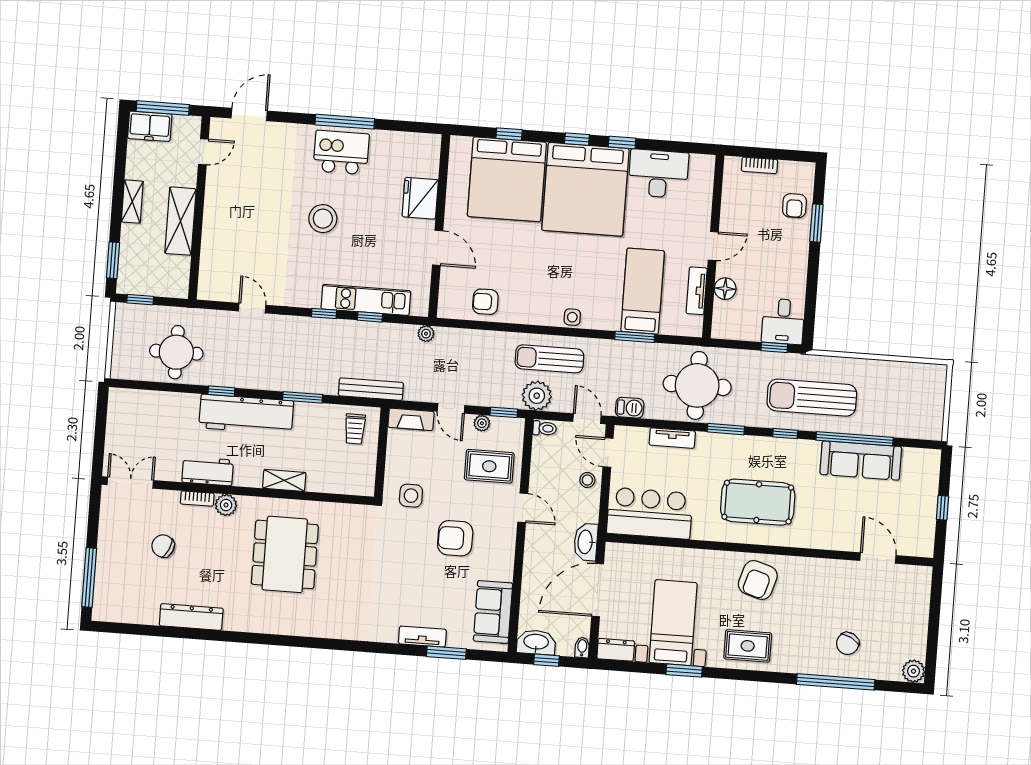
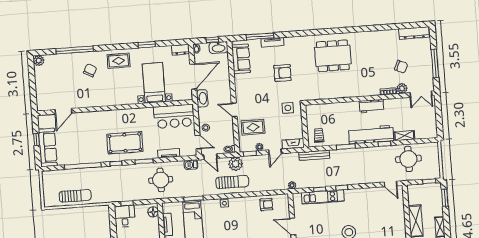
floor lamp: (725, 289) -> (153, 212), moved
door: (252, 308) -> (391, 184), moved
round table: (697, 385) -> (161, 180), width x0.73, depth x0.73
sun lounger: (812, 398) -> (75, 196), moved, width x0.73, depth x0.75
door: (451, 408) -> (275, 152), swing flipped
sofa: (861, 461) -> (48, 147), moved, turned 90
workbench: (208, 471) -> (371, 106), moved
shelving: (284, 480) -> (404, 136), moved
pool table: (758, 502) -> (125, 143), moved
plant: (226, 505) -> (402, 88), moved
armchair: (455, 538) -> (283, 73), moved
dining table: (285, 554) -> (333, 56), moved, turned 90
door: (878, 558) -> (63, 111), hinge flipped
window: (89, 577) -> (435, 63), moved
armchair: (758, 580) -> (118, 93), removed
dresser: (191, 617) -> (414, 33), moved
bed with nightstands: (673, 623) -> (154, 83), moved, turned 180
chair: (848, 643) -> (90, 70), moved
window: (446, 653) -> (260, 36), width x1.44

